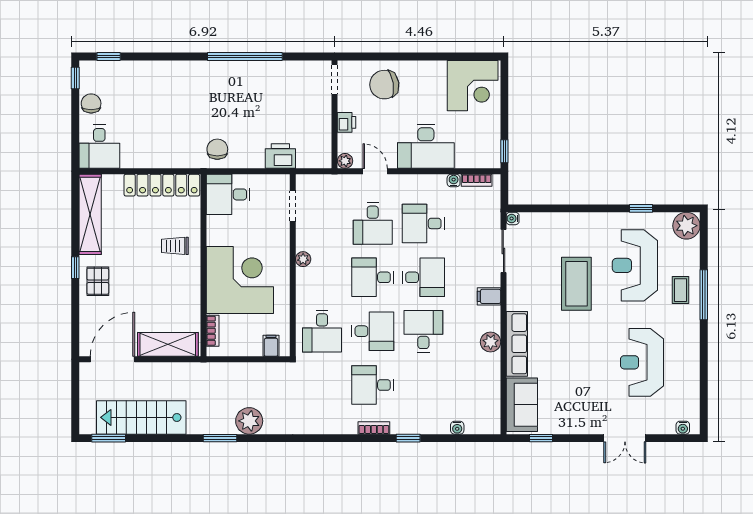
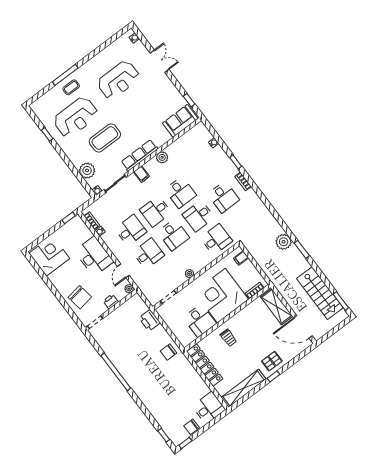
desk: (228, 194) -> (200, 321), moved
desk: (423, 223) -> (131, 230), turned -90
plant: (686, 226) -> (87, 171), moved
desk: (423, 277) -> (156, 211), turned -90
desk: (373, 331) -> (198, 216), turned -90
desk: (423, 331) -> (181, 192), turned -90
row of seats: (517, 344) -> (139, 155), moved

